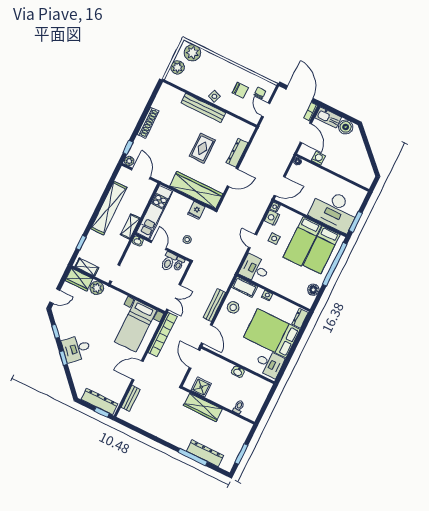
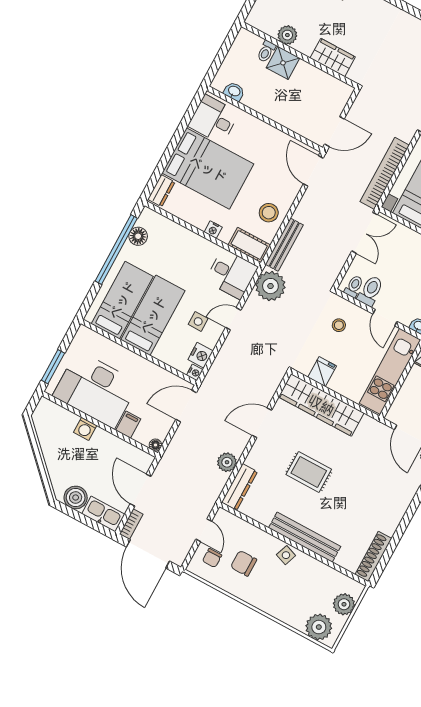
shoe rack: (148, 123) -> (373, 556), moved
rug: (202, 148) -> (309, 472), turned 90
plant: (253, 152) -> (227, 462), added
dresser: (237, 153) -> (239, 487), moved
washing machine: (318, 158) -> (85, 429), moved
filing cabinet: (315, 173) -> (128, 425), added
desk: (334, 210) -> (96, 389), moved, turned 180
window: (356, 222) -> (53, 367), moved
door: (253, 241) -> (233, 319), swing flipped
plant: (230, 262) -> (270, 286), added
window: (335, 264) -> (116, 250), moved
double door: (174, 297) -> (365, 233), swing flipped
bench: (214, 305) -> (284, 245), moved
door: (195, 359) -> (334, 132), hinge flipped
washbasin: (238, 372) -> (234, 91), moved
shower: (201, 387) -> (283, 63), moved
wardrobe: (203, 407) -> (333, 58), width x0.67
plant: (226, 417) -> (287, 35), added

